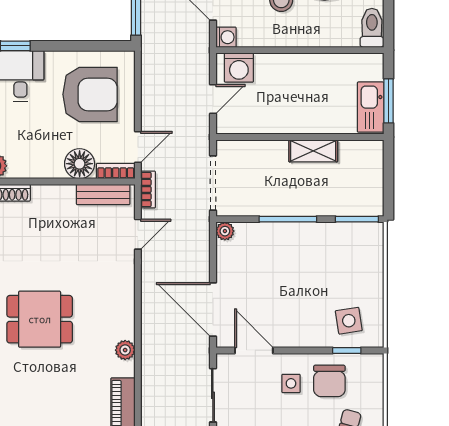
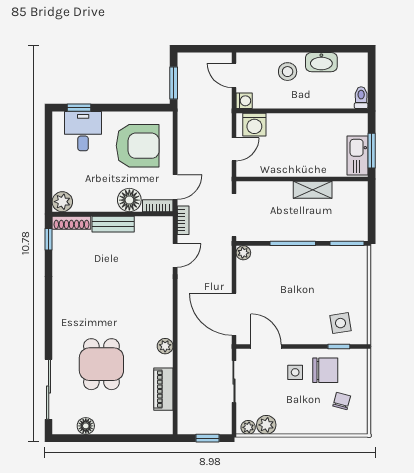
toilet: (372, 28) -> (361, 98), width x0.73, depth x0.72
bench: (103, 195) -> (113, 224), moved
dining table: (40, 319) -> (101, 364), moved, turned 90
chair: (329, 381) -> (325, 370), turned -90

